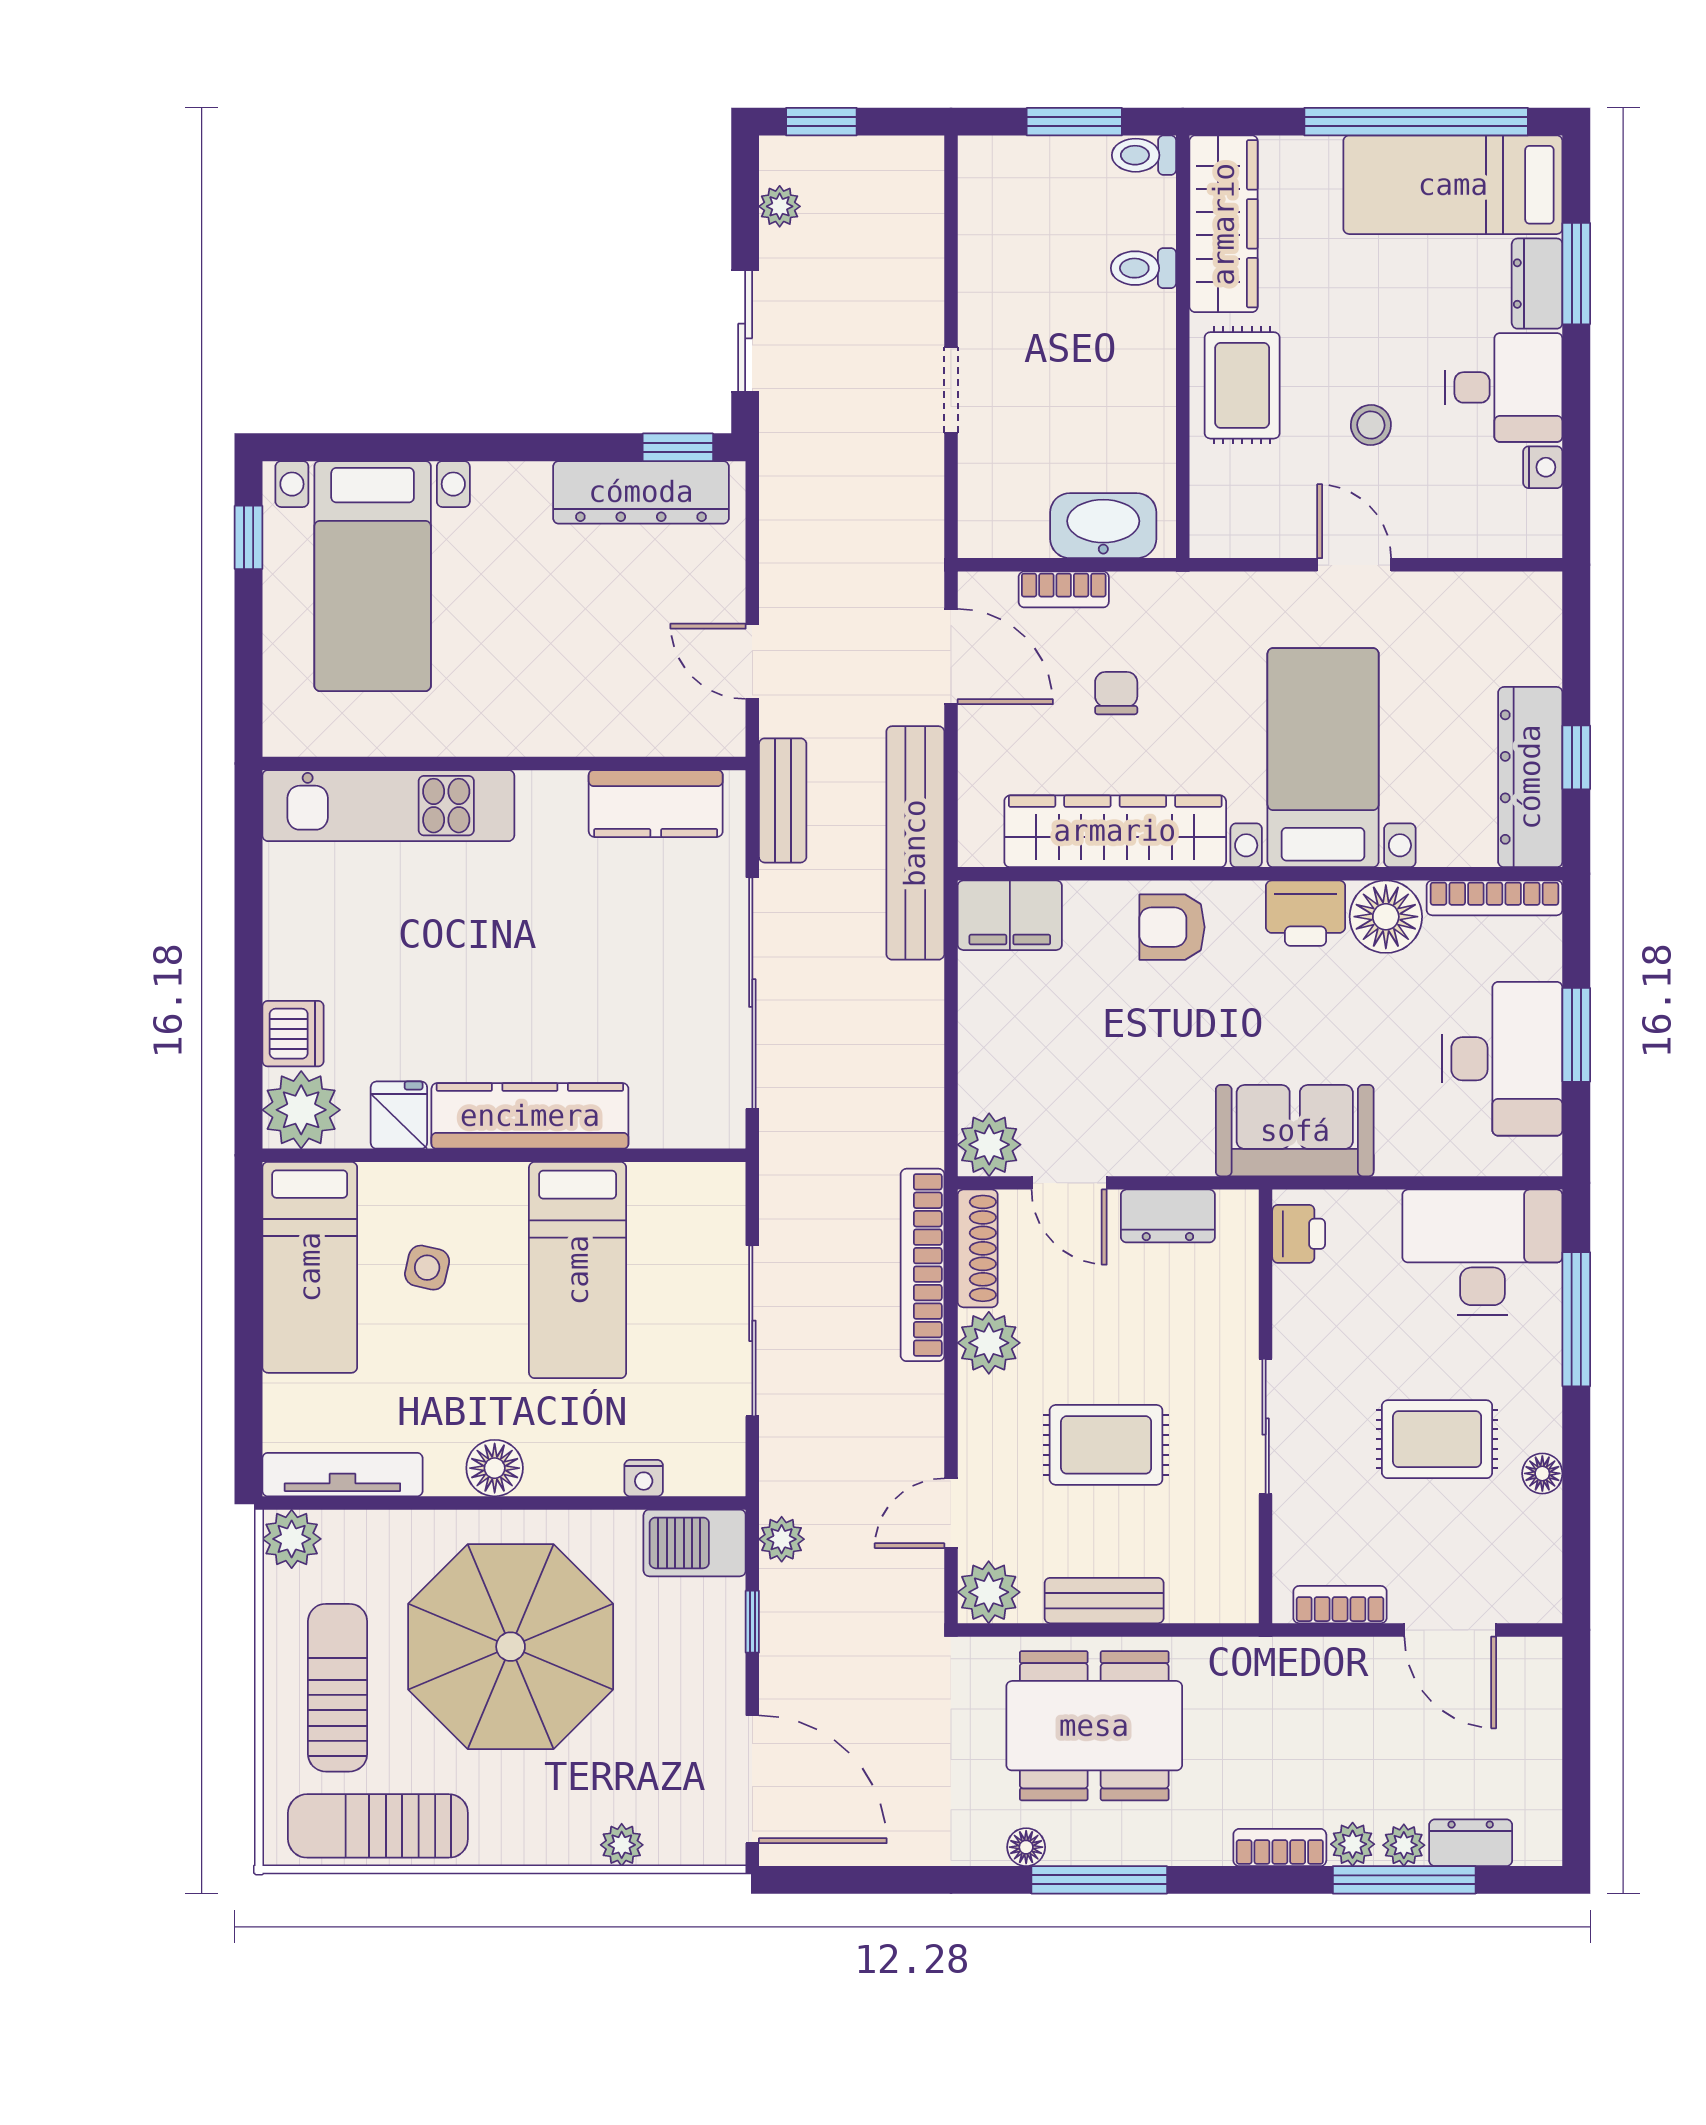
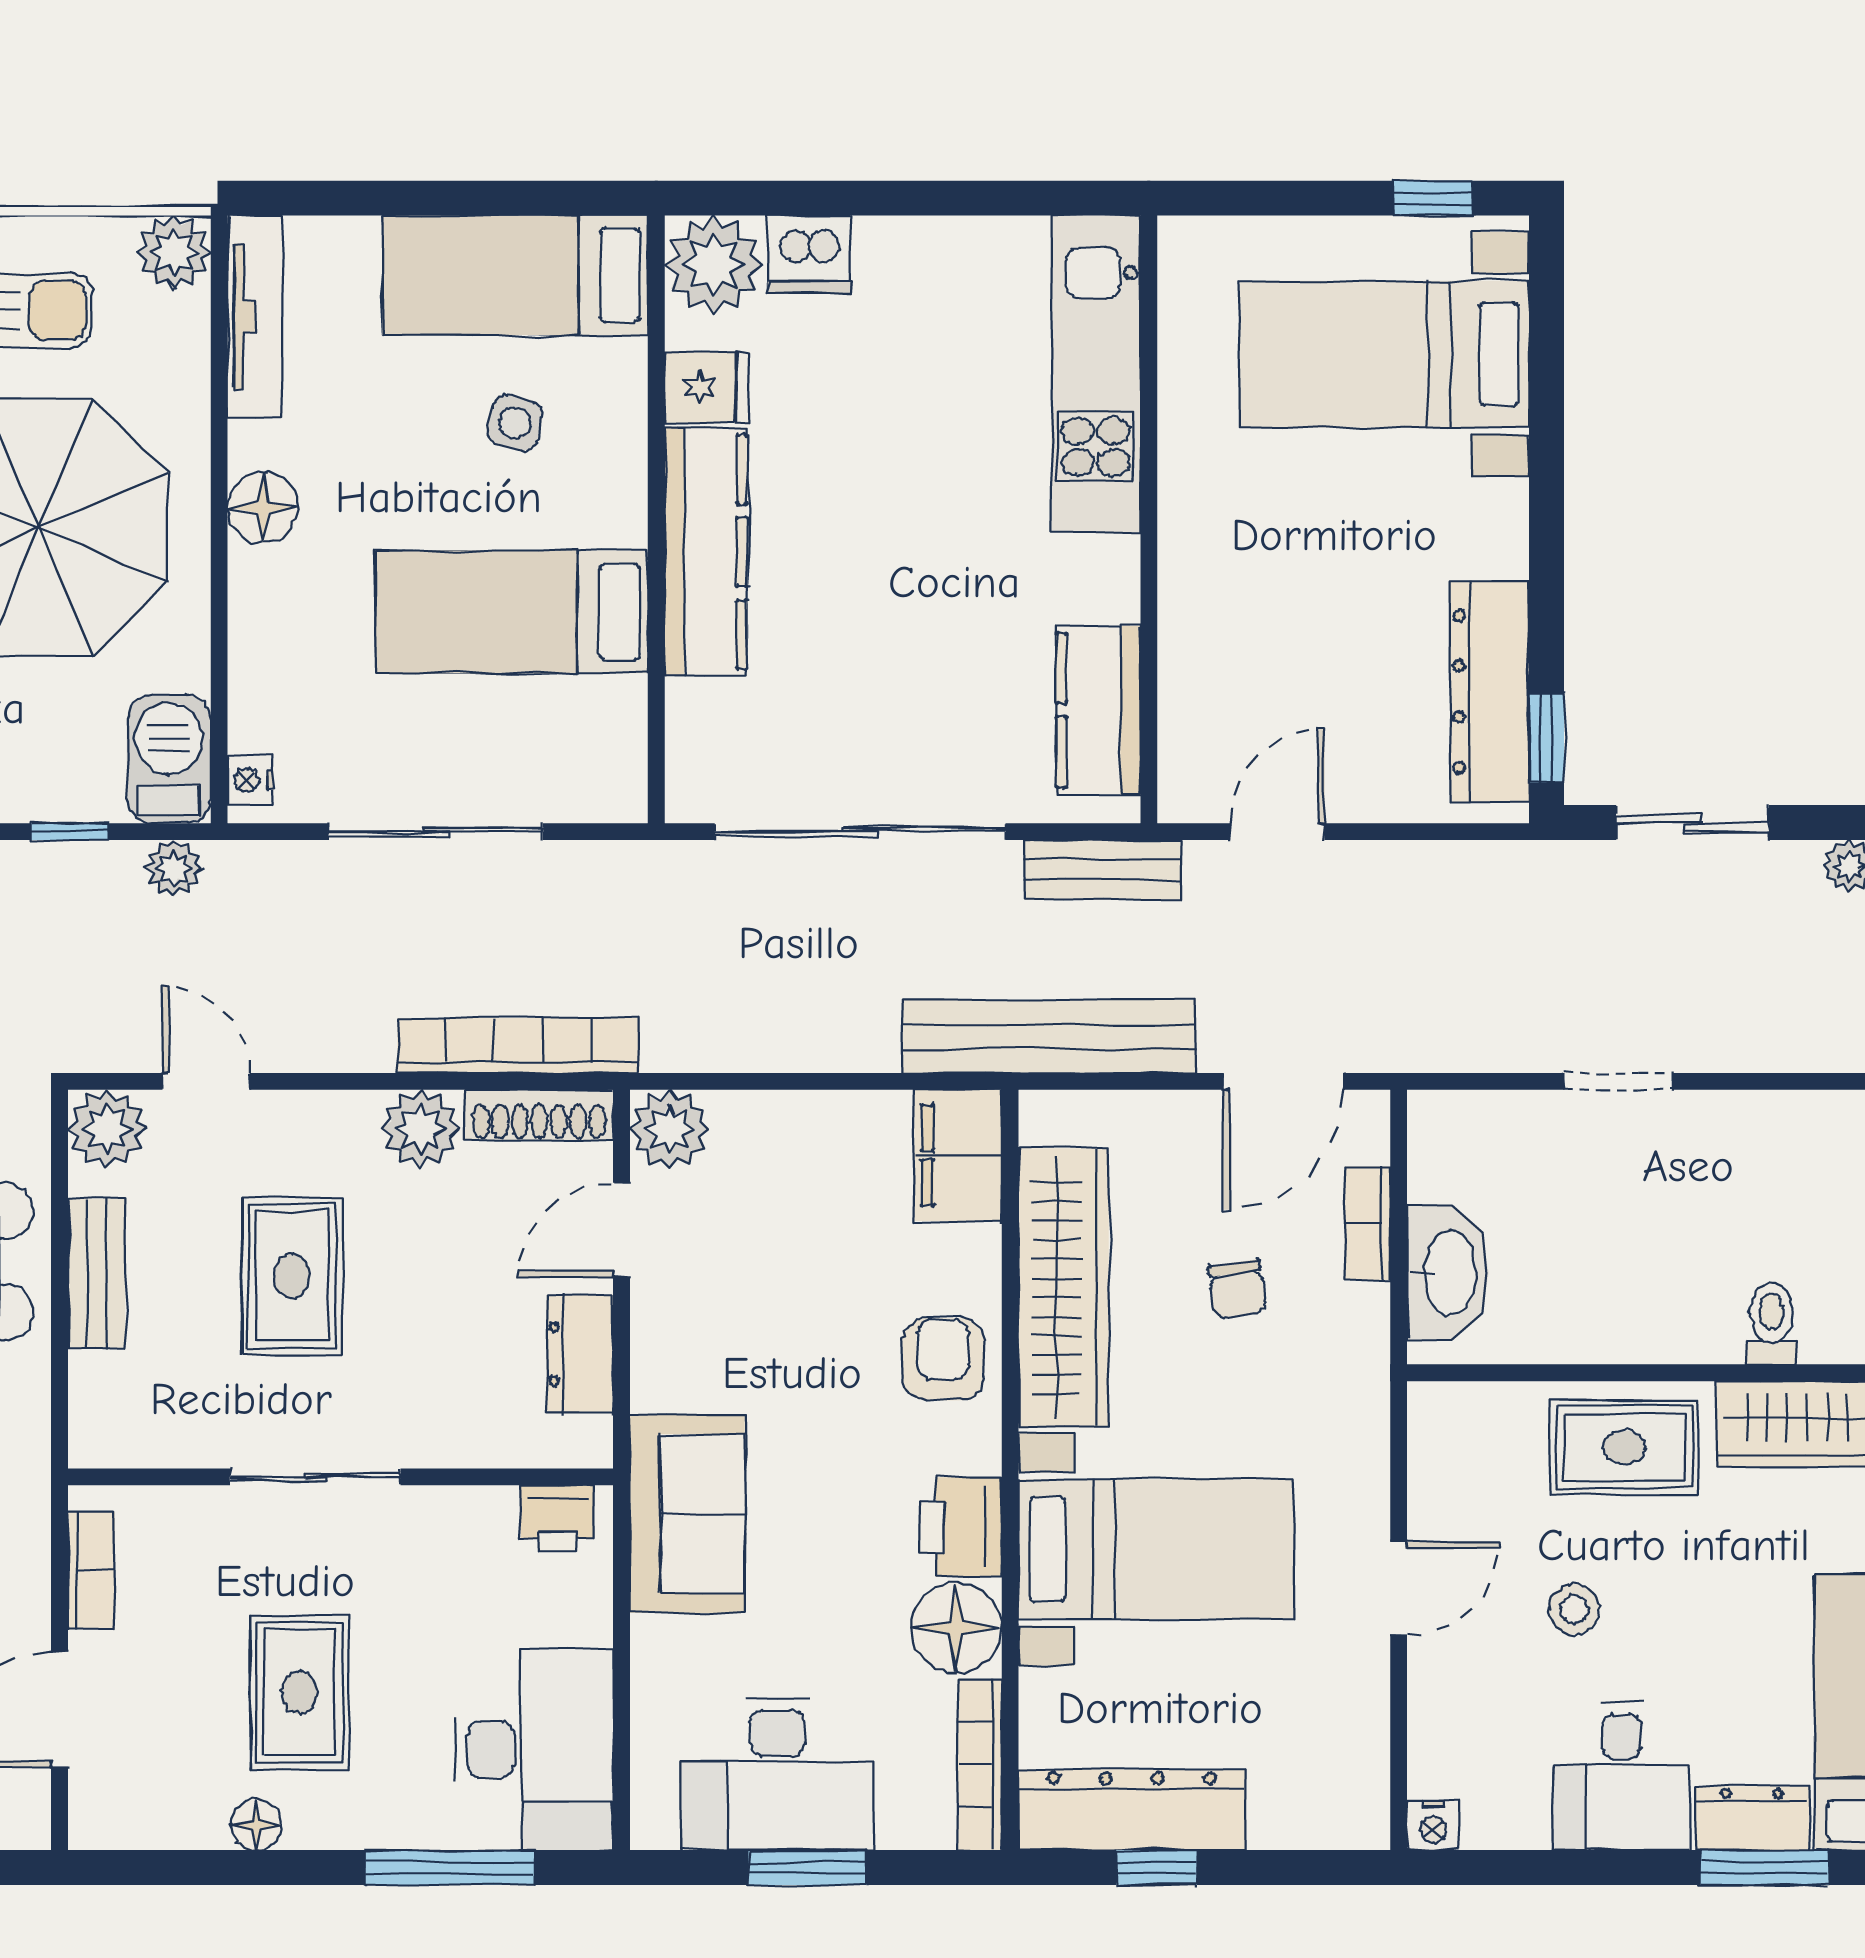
nightstand: (1543, 467) -> (1433, 1825), moved
chair: (1116, 693) -> (1237, 1289), turned 82
nightstand: (644, 1478) -> (250, 780), moved

